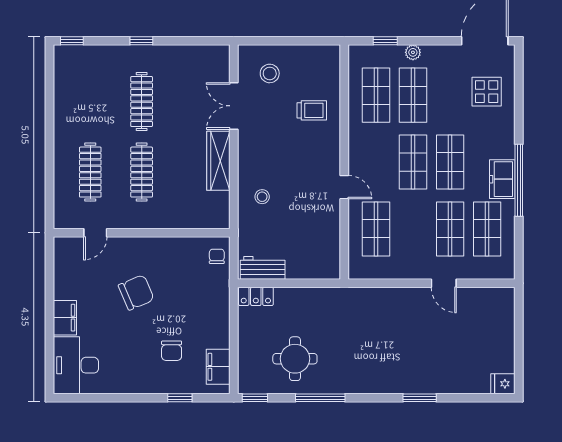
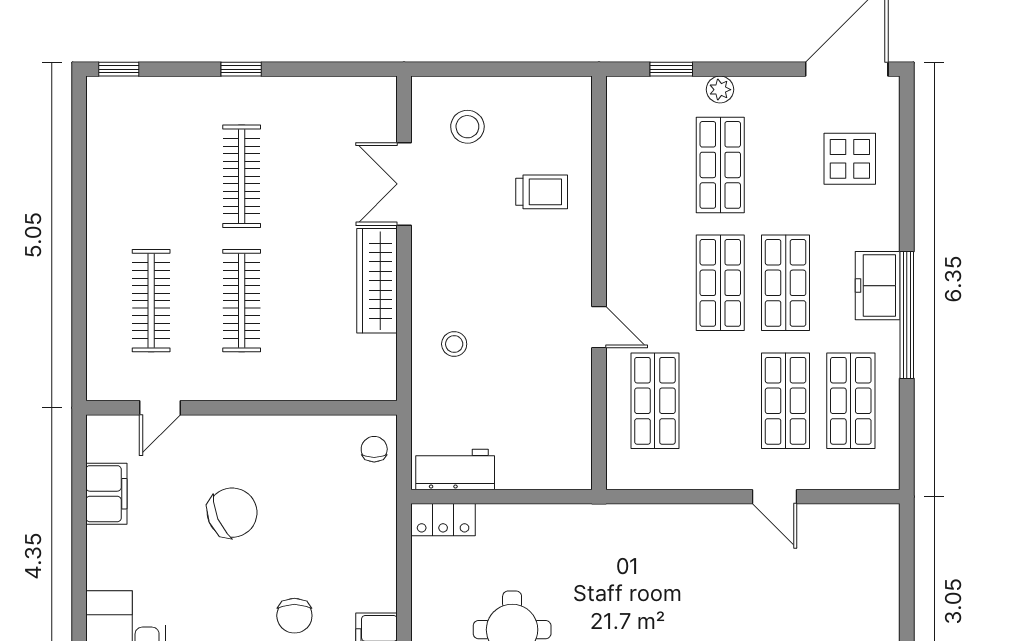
shop shelf: (376, 95) -> (655, 165), removed
freezer: (502, 179) -> (878, 286), moved
filing cabinet: (65, 318) -> (106, 494), moved

